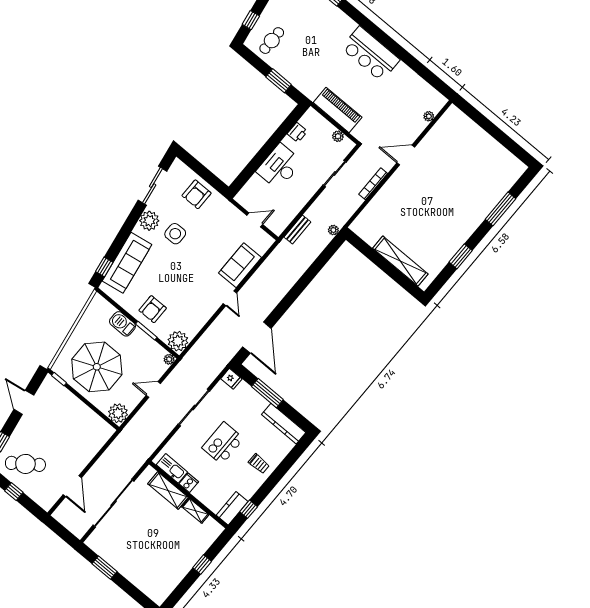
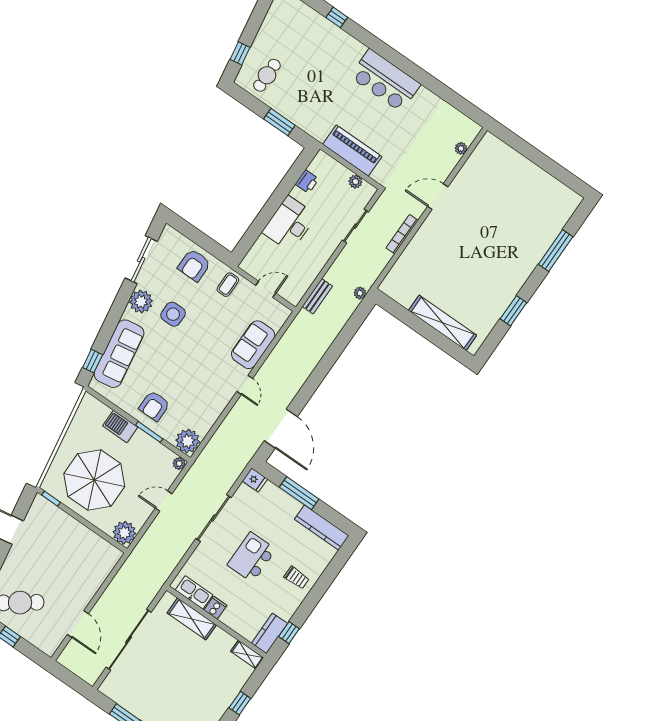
coffee table: (223, 213) -> (228, 285), added
shelving: (195, 511) -> (247, 655), moved

